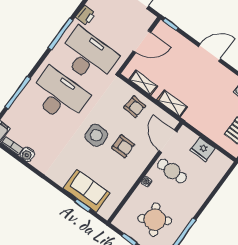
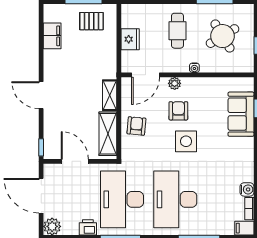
shelving: (143, 83) -> (108, 134), width x1.50, depth x1.33
plant: (146, 158) -> (175, 83), added
cafe table: (172, 171) -> (177, 31), moved

